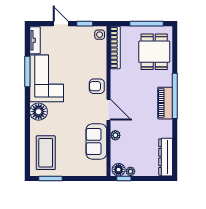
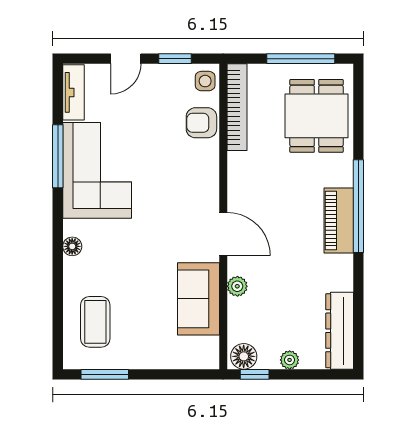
door: (61, 24) -> (126, 59), swing flipped
armchair: (97, 86) -> (201, 123), moved
floor lamp: (39, 112) -> (72, 246), width x0.53, depth x0.53
coffee table: (46, 153) -> (95, 322), width x0.73, depth x0.76
plant: (130, 171) -> (290, 360), moved

